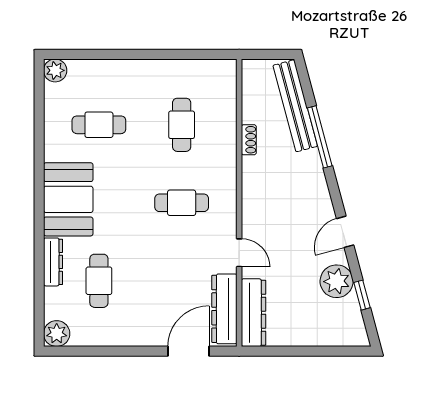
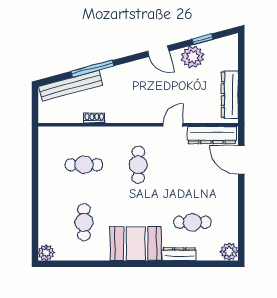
dresser: (254, 313) -> (230, 95), moved, turned -90

